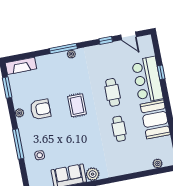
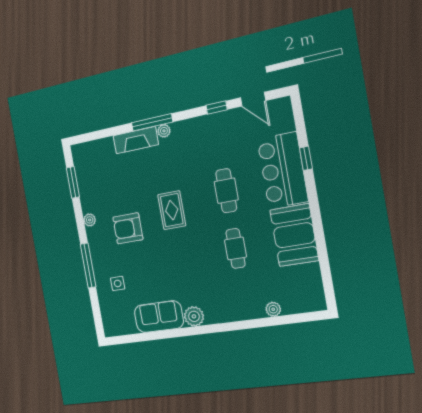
fireplace: (21, 66) -> (136, 140), moved
armchair: (40, 109) -> (128, 228), moved, turned 180
plant: (158, 163) -> (273, 309), moved

